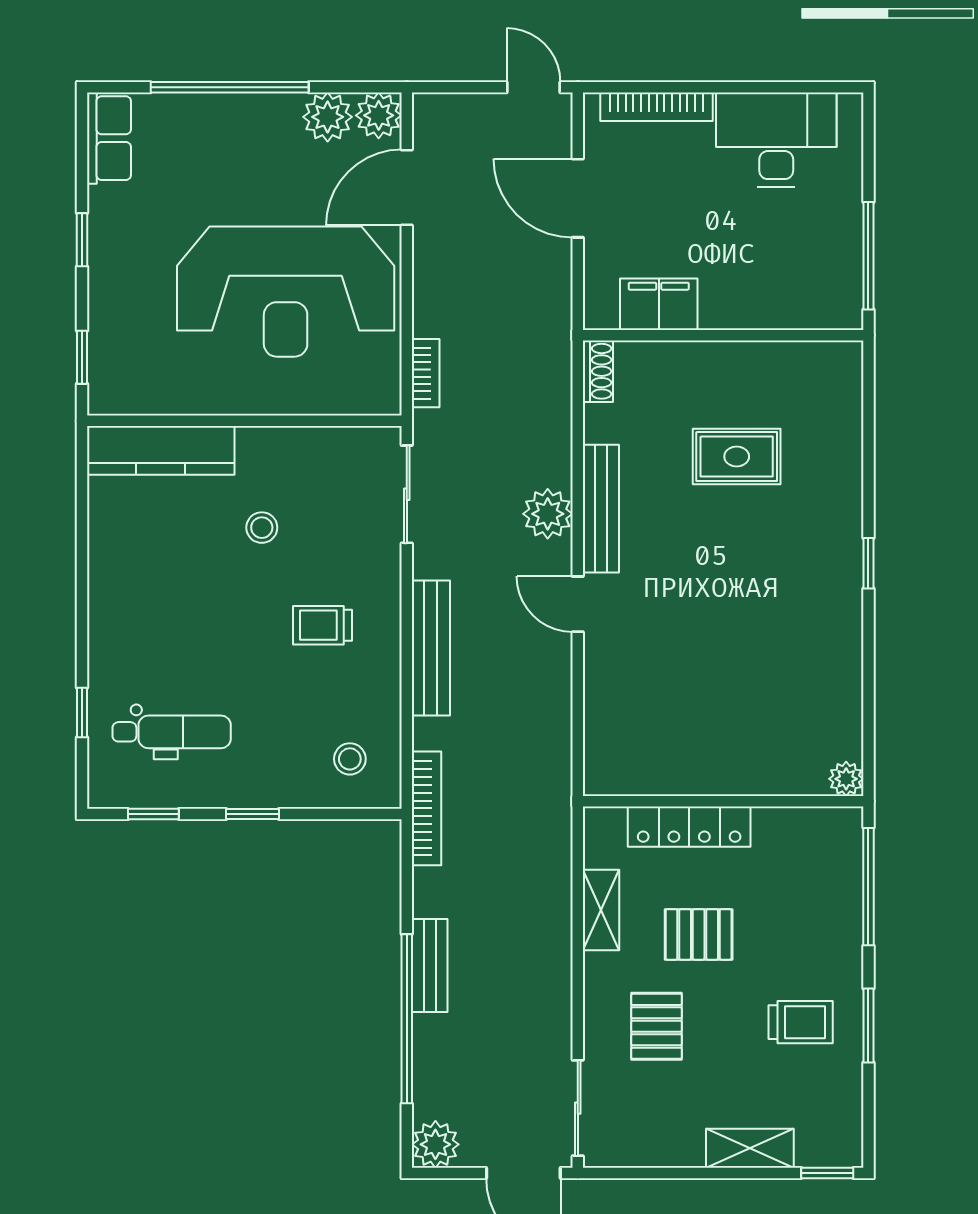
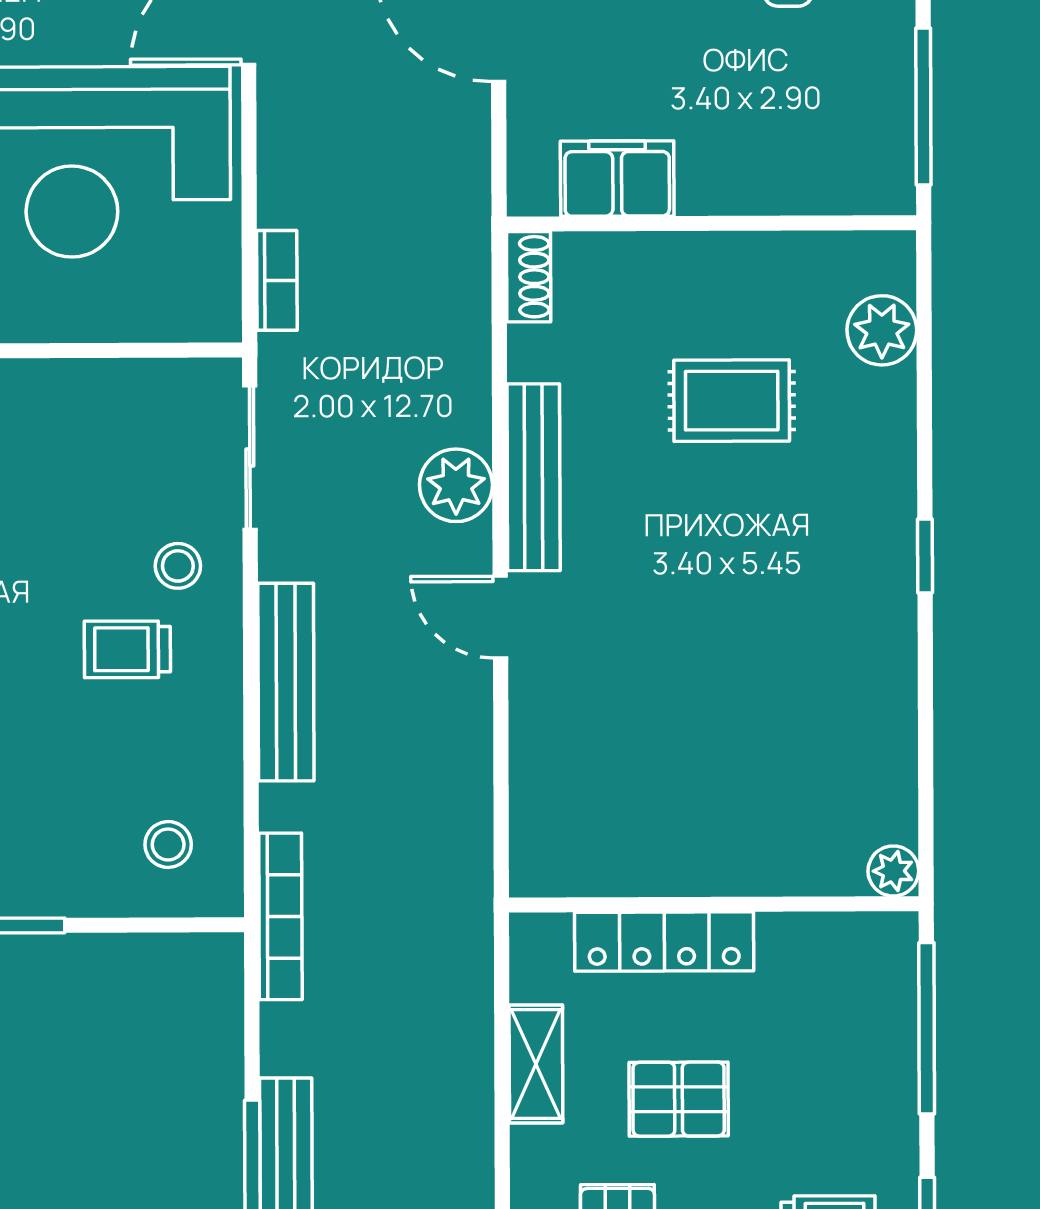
plant: (840, 409) -> (882, 330), added
stool: (262, 528) -> (178, 566), moved

